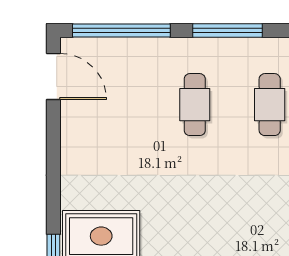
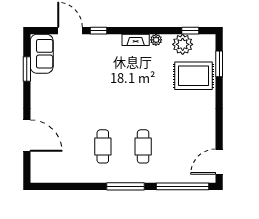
door: (53, 77) -> (219, 162), hinge flipped

